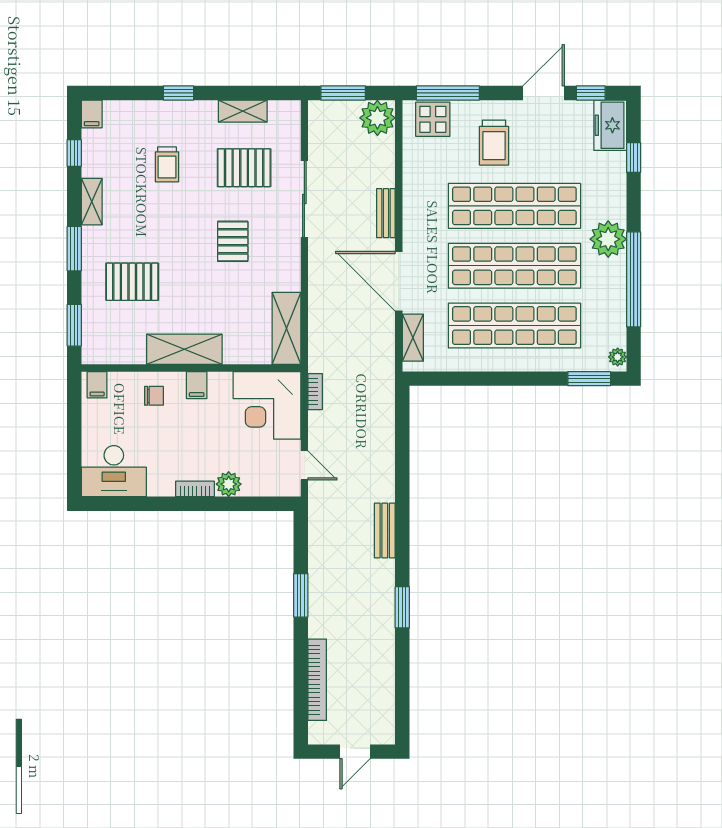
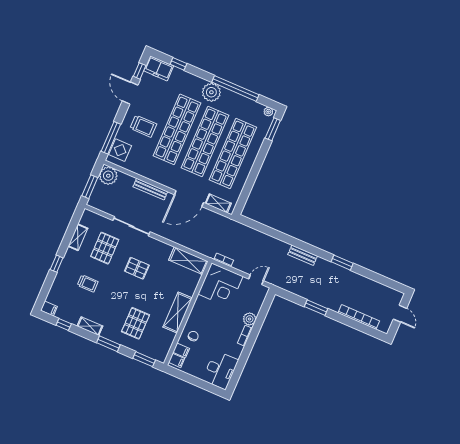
bench: (386, 213) -> (150, 189), width x1.36
filing cabinet: (197, 385) -> (181, 350), moved

